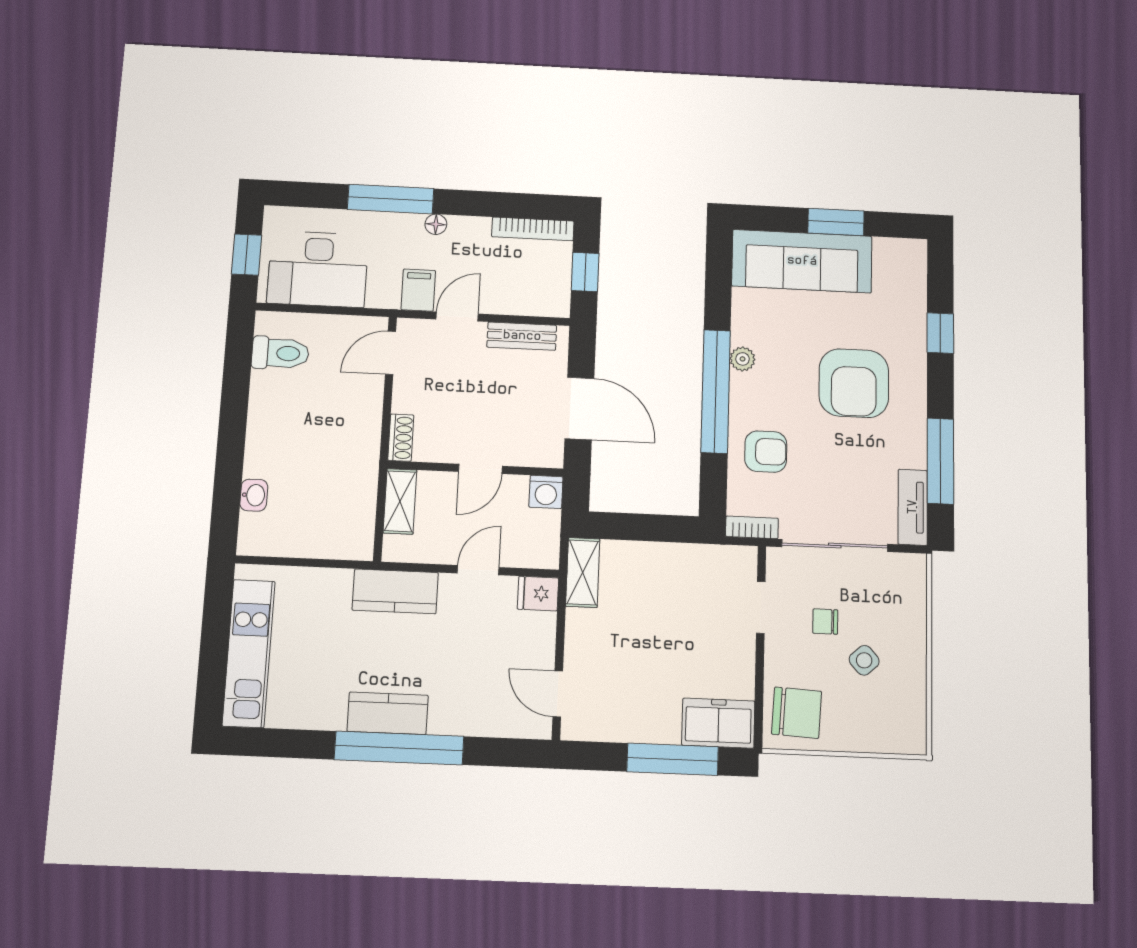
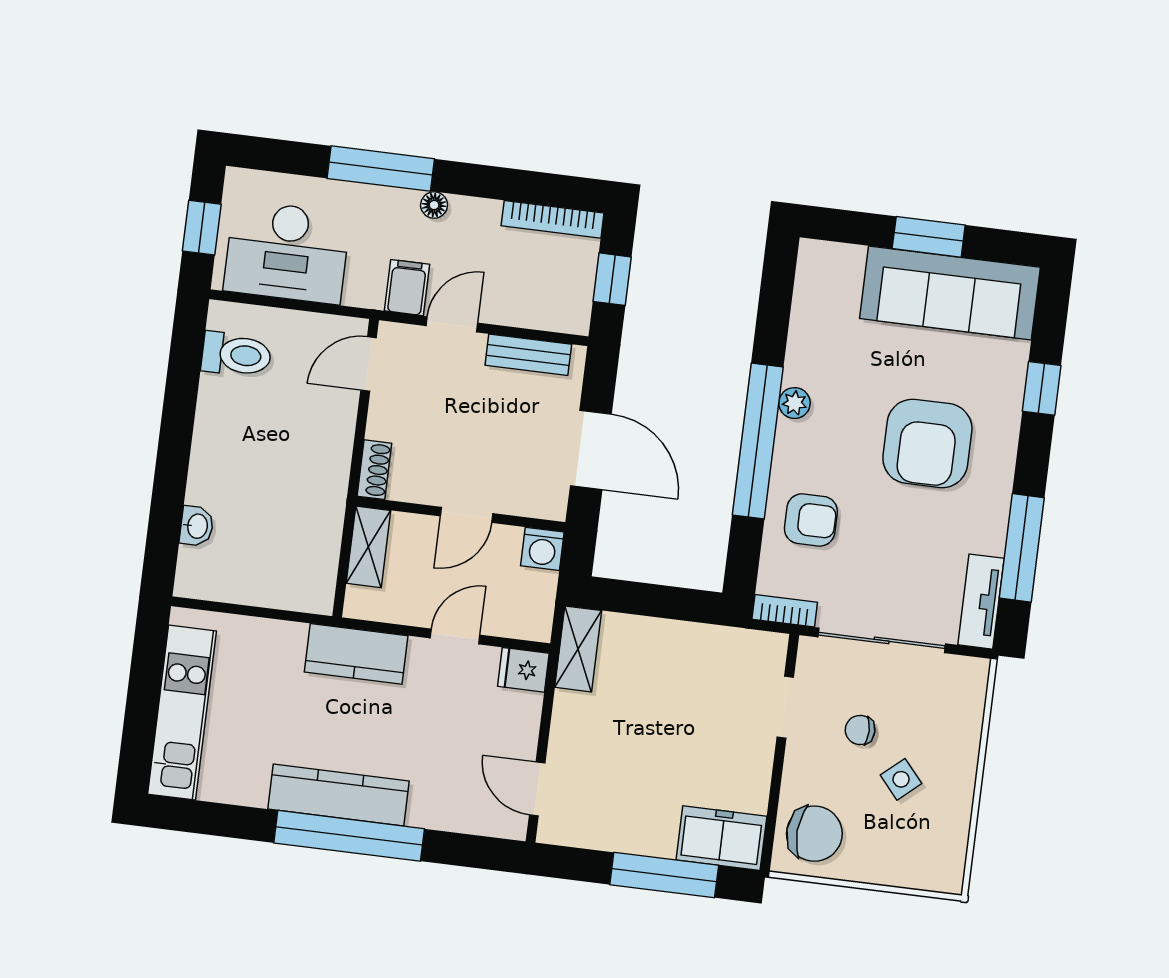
sofa: (802, 261) -> (950, 293), moved
kitchen counter: (388, 713) -> (339, 795), width x1.50

